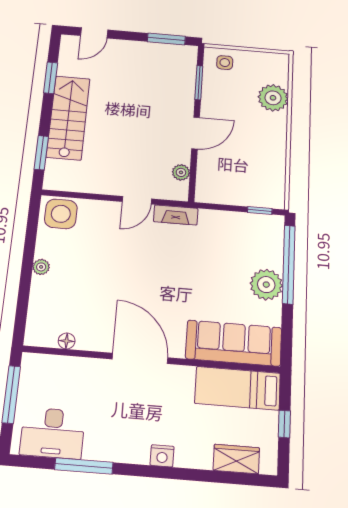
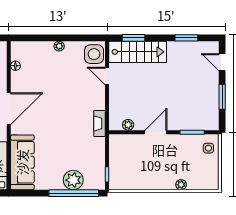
window: (166, 39) -> (222, 97), moved
plant: (273, 98) -> (181, 185), width x0.53, depth x0.53
stairs: (68, 118) -> (138, 52), moved
door: (196, 133) -> (156, 132), swing flipped
door: (137, 200) -> (107, 76), moved
plant: (266, 285) -> (73, 180), moved

